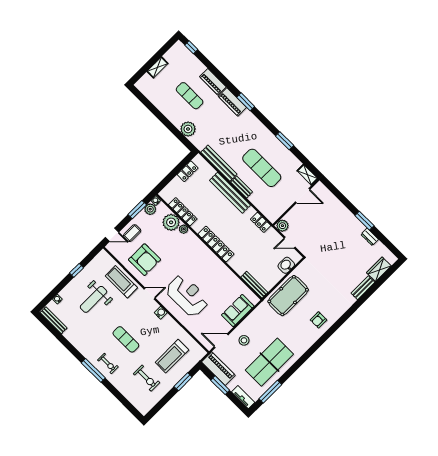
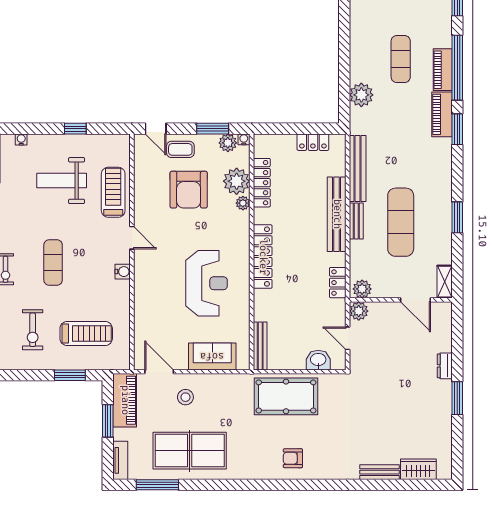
window: (218, 75) -> (457, 68), added
plant: (274, 214) -> (362, 289), added
dresser: (370, 237) -> (445, 366), moved
armchair: (145, 260) -> (189, 190), moved
reception desk: (187, 296) -> (207, 283), moved
treadmill: (172, 356) -> (86, 334), turned 180

